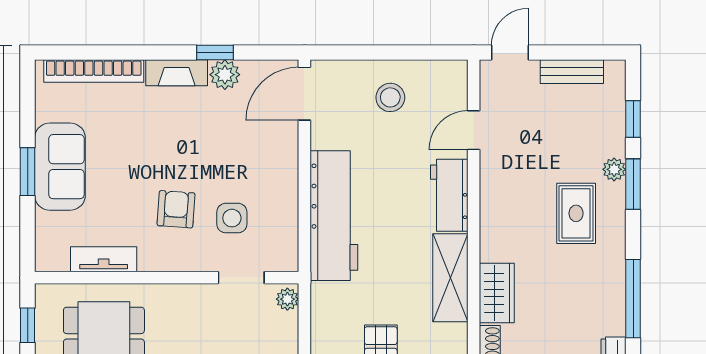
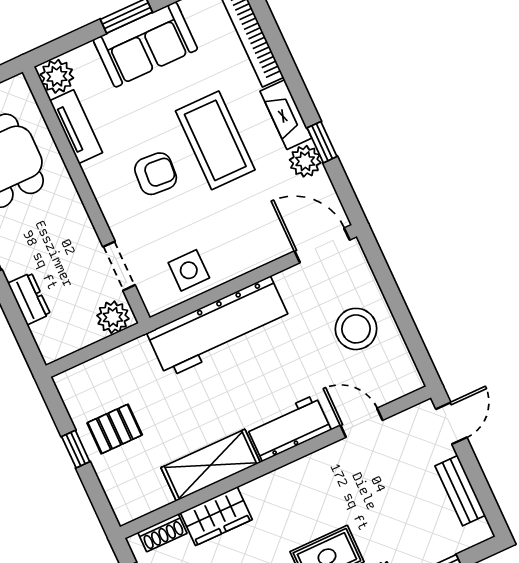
door: (510, 52) -> (451, 423), hinge flipped
stool: (390, 97) -> (356, 329), width x1.38, depth x1.38
coffee table: (171, 144) -> (215, 140), added
side table: (232, 218) -> (189, 270), moved
plant: (52, 256) -> (57, 76), added
plant: (287, 299) -> (113, 317), width x1.38, depth x1.38

